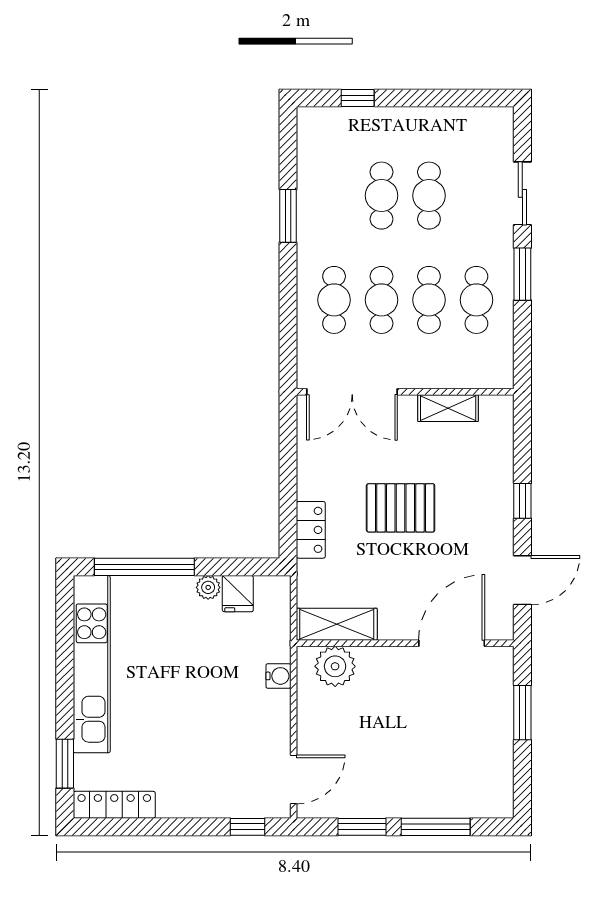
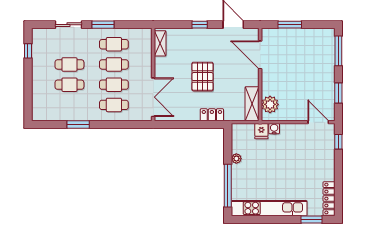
window: (358, 98) -> (28, 51), moved
shelving: (448, 408) -> (160, 43), moved
fridge: (238, 594) -> (261, 131), moved, turned 90
window: (436, 827) -> (338, 51), moved

